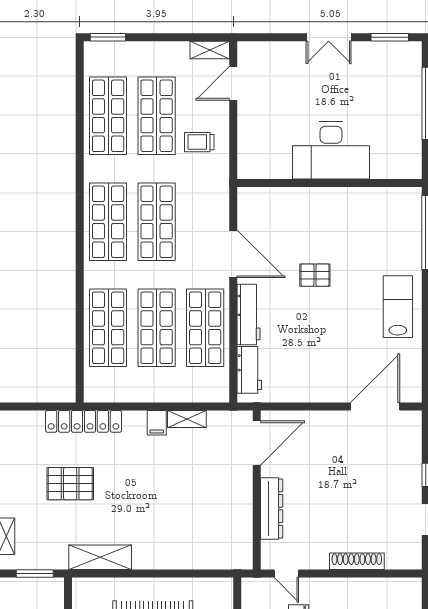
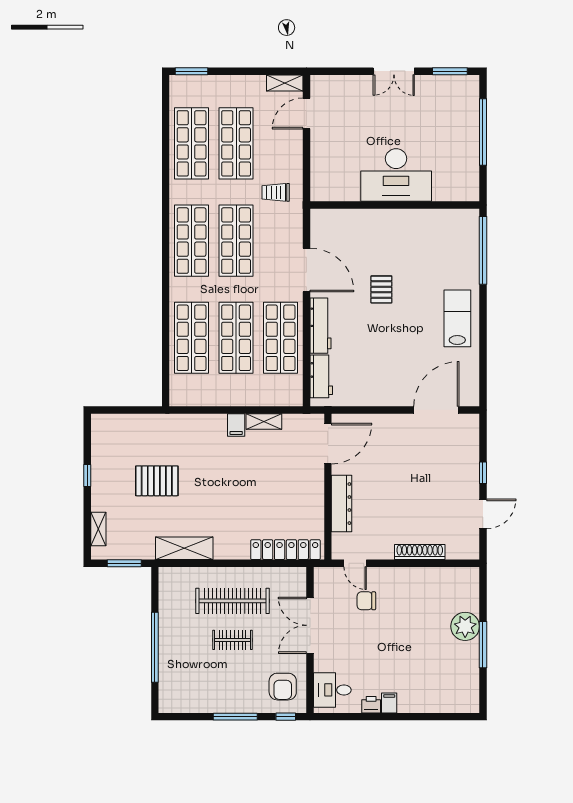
trolley: (199, 142) -> (276, 192), moved
pallet: (315, 275) -> (381, 289), turned 90
locker: (84, 421) -> (285, 550), moved, turned 180

